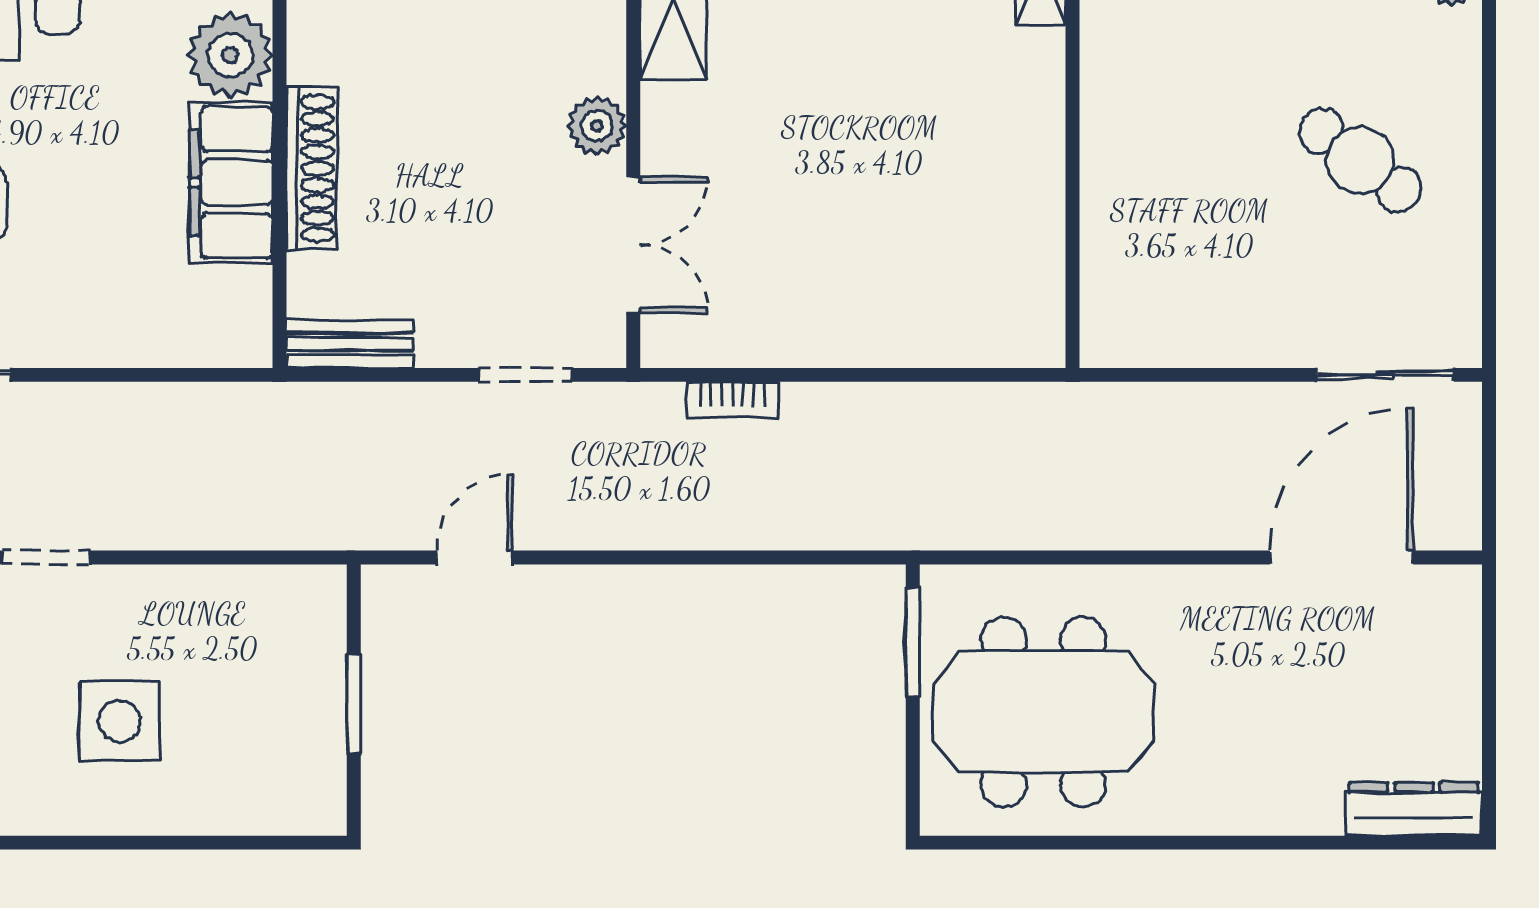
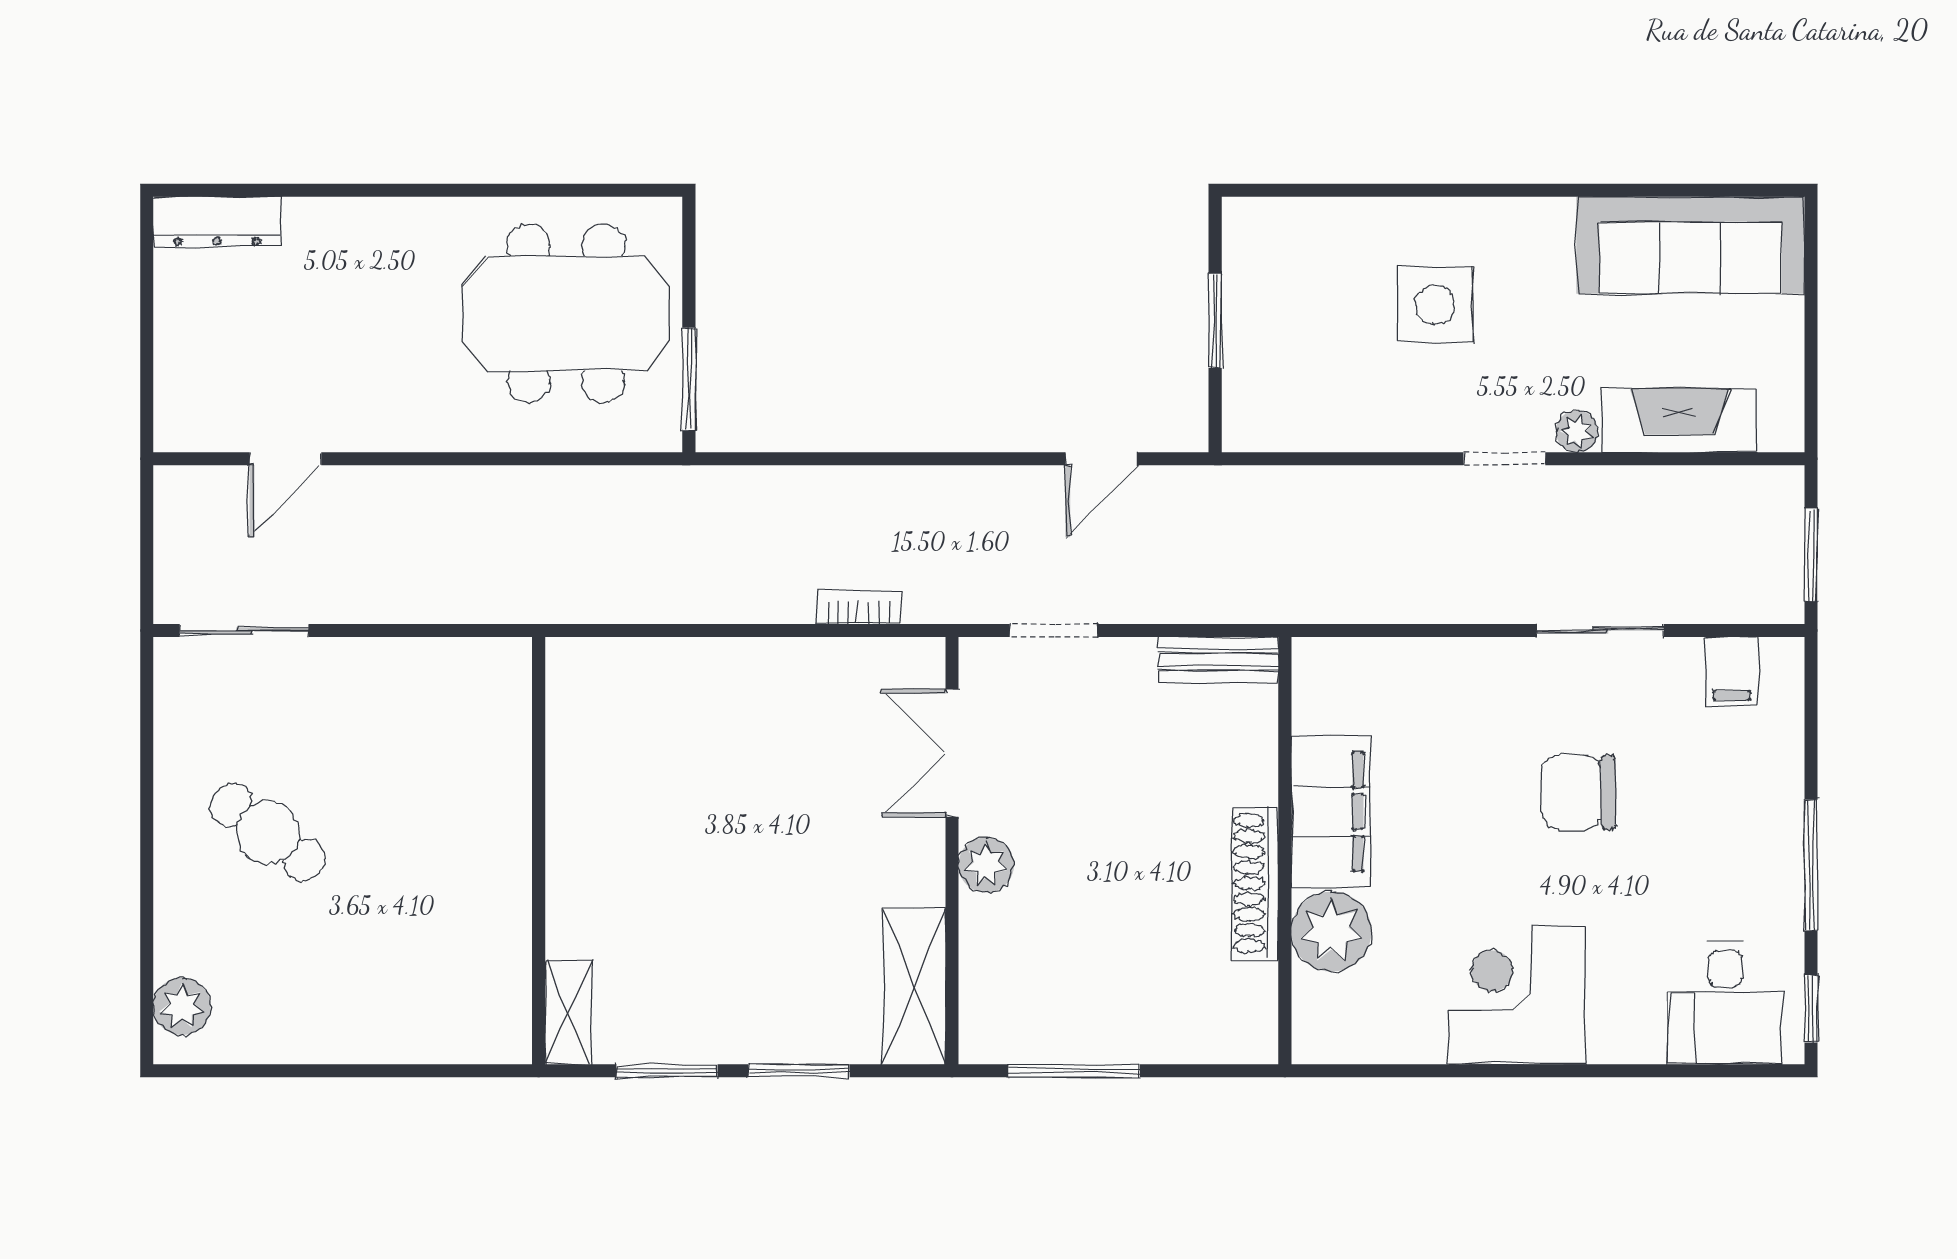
shoe rack: (311, 168) -> (1255, 883), moved
door: (1341, 557) -> (285, 459), width x0.53

